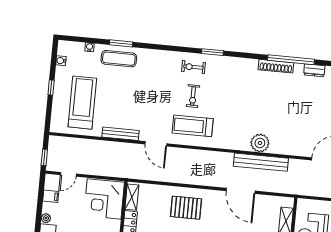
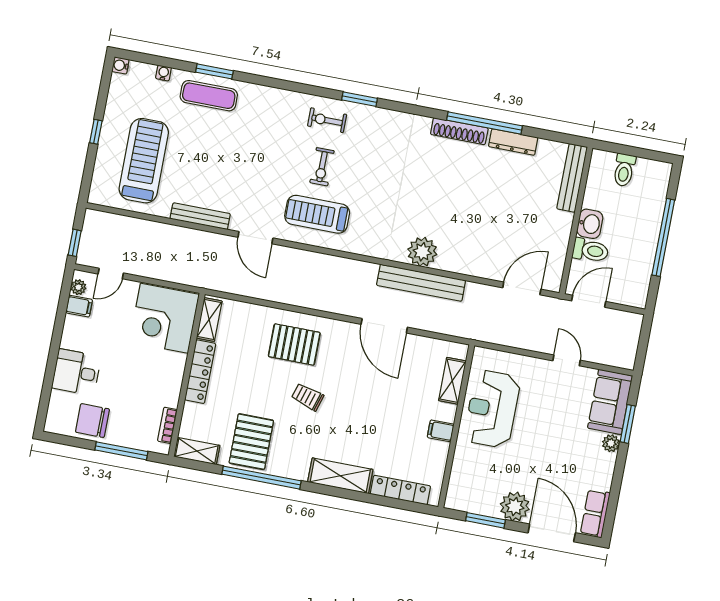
water cooler: (61, 61) -> (120, 65), moved
dresser: (314, 70) -> (513, 142), width x1.44
plant: (46, 218) -> (78, 287), moved

